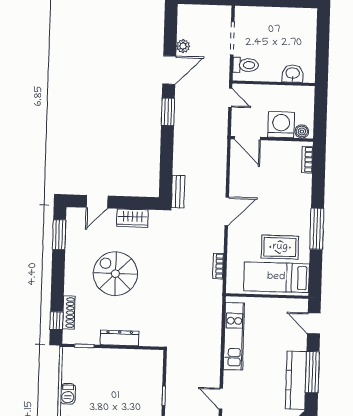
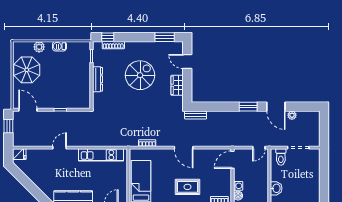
washing machine: (281, 125) -> (238, 186), width x0.53, depth x0.53
rug: (280, 247) -> (187, 187), moved, turned 90

